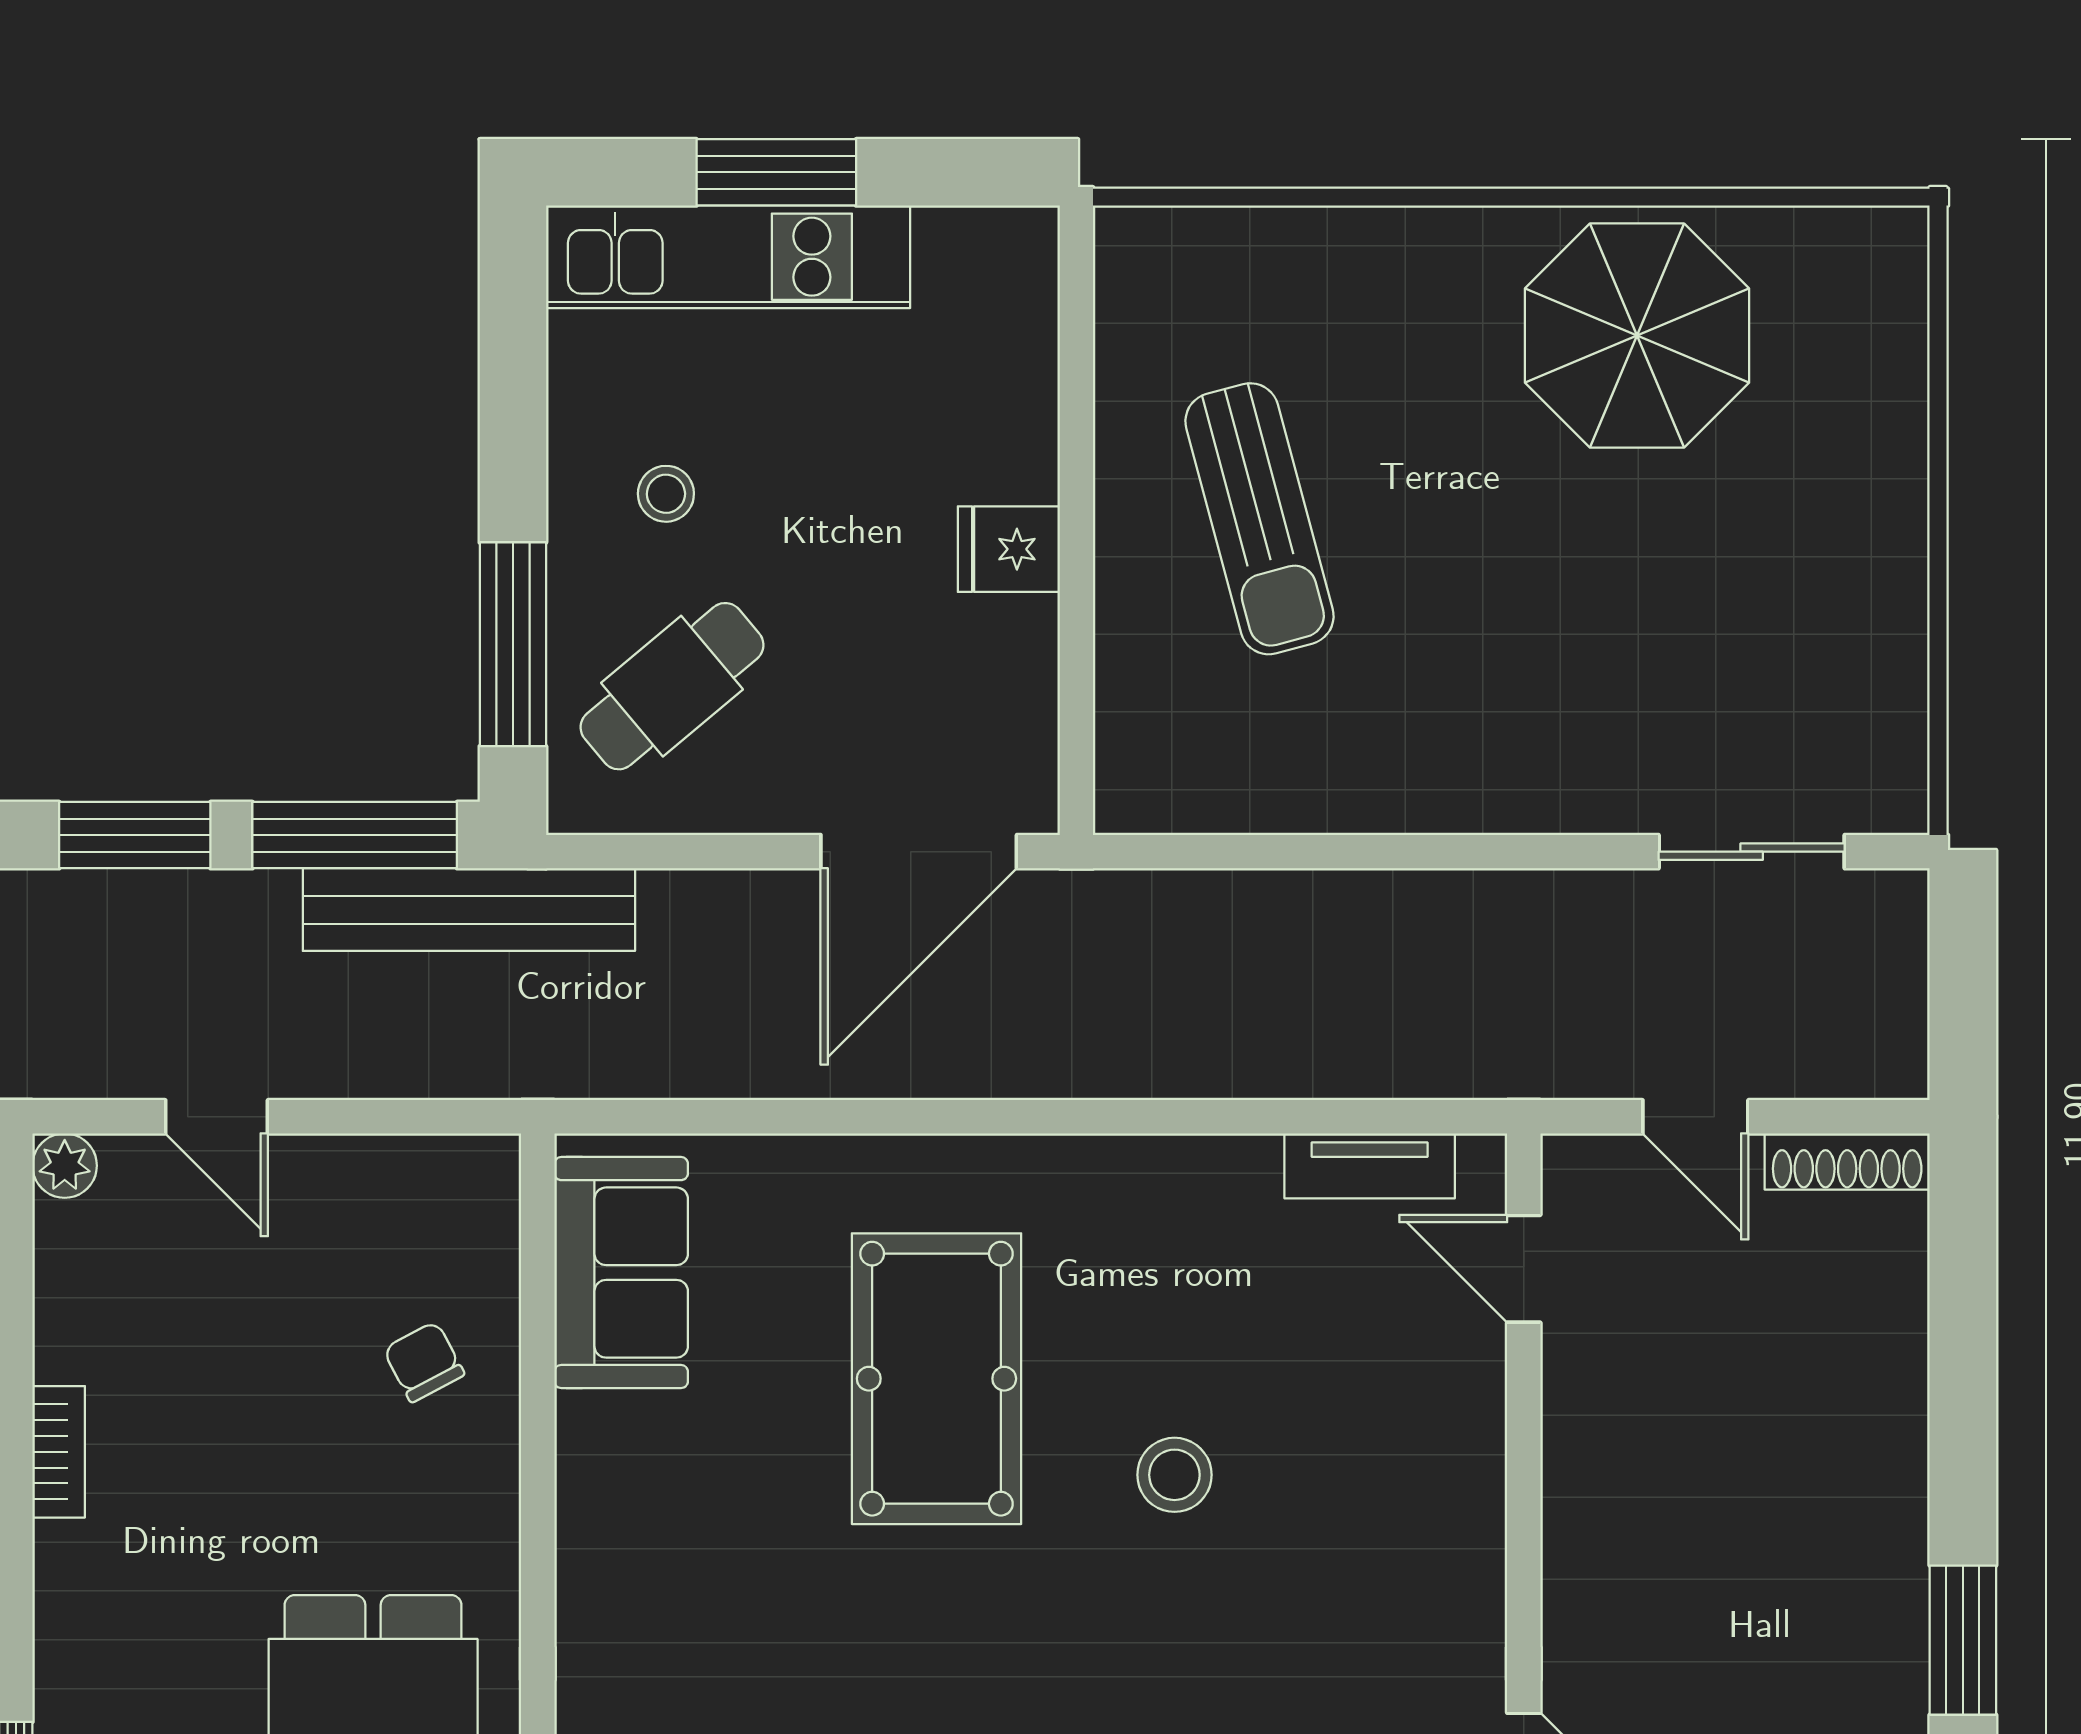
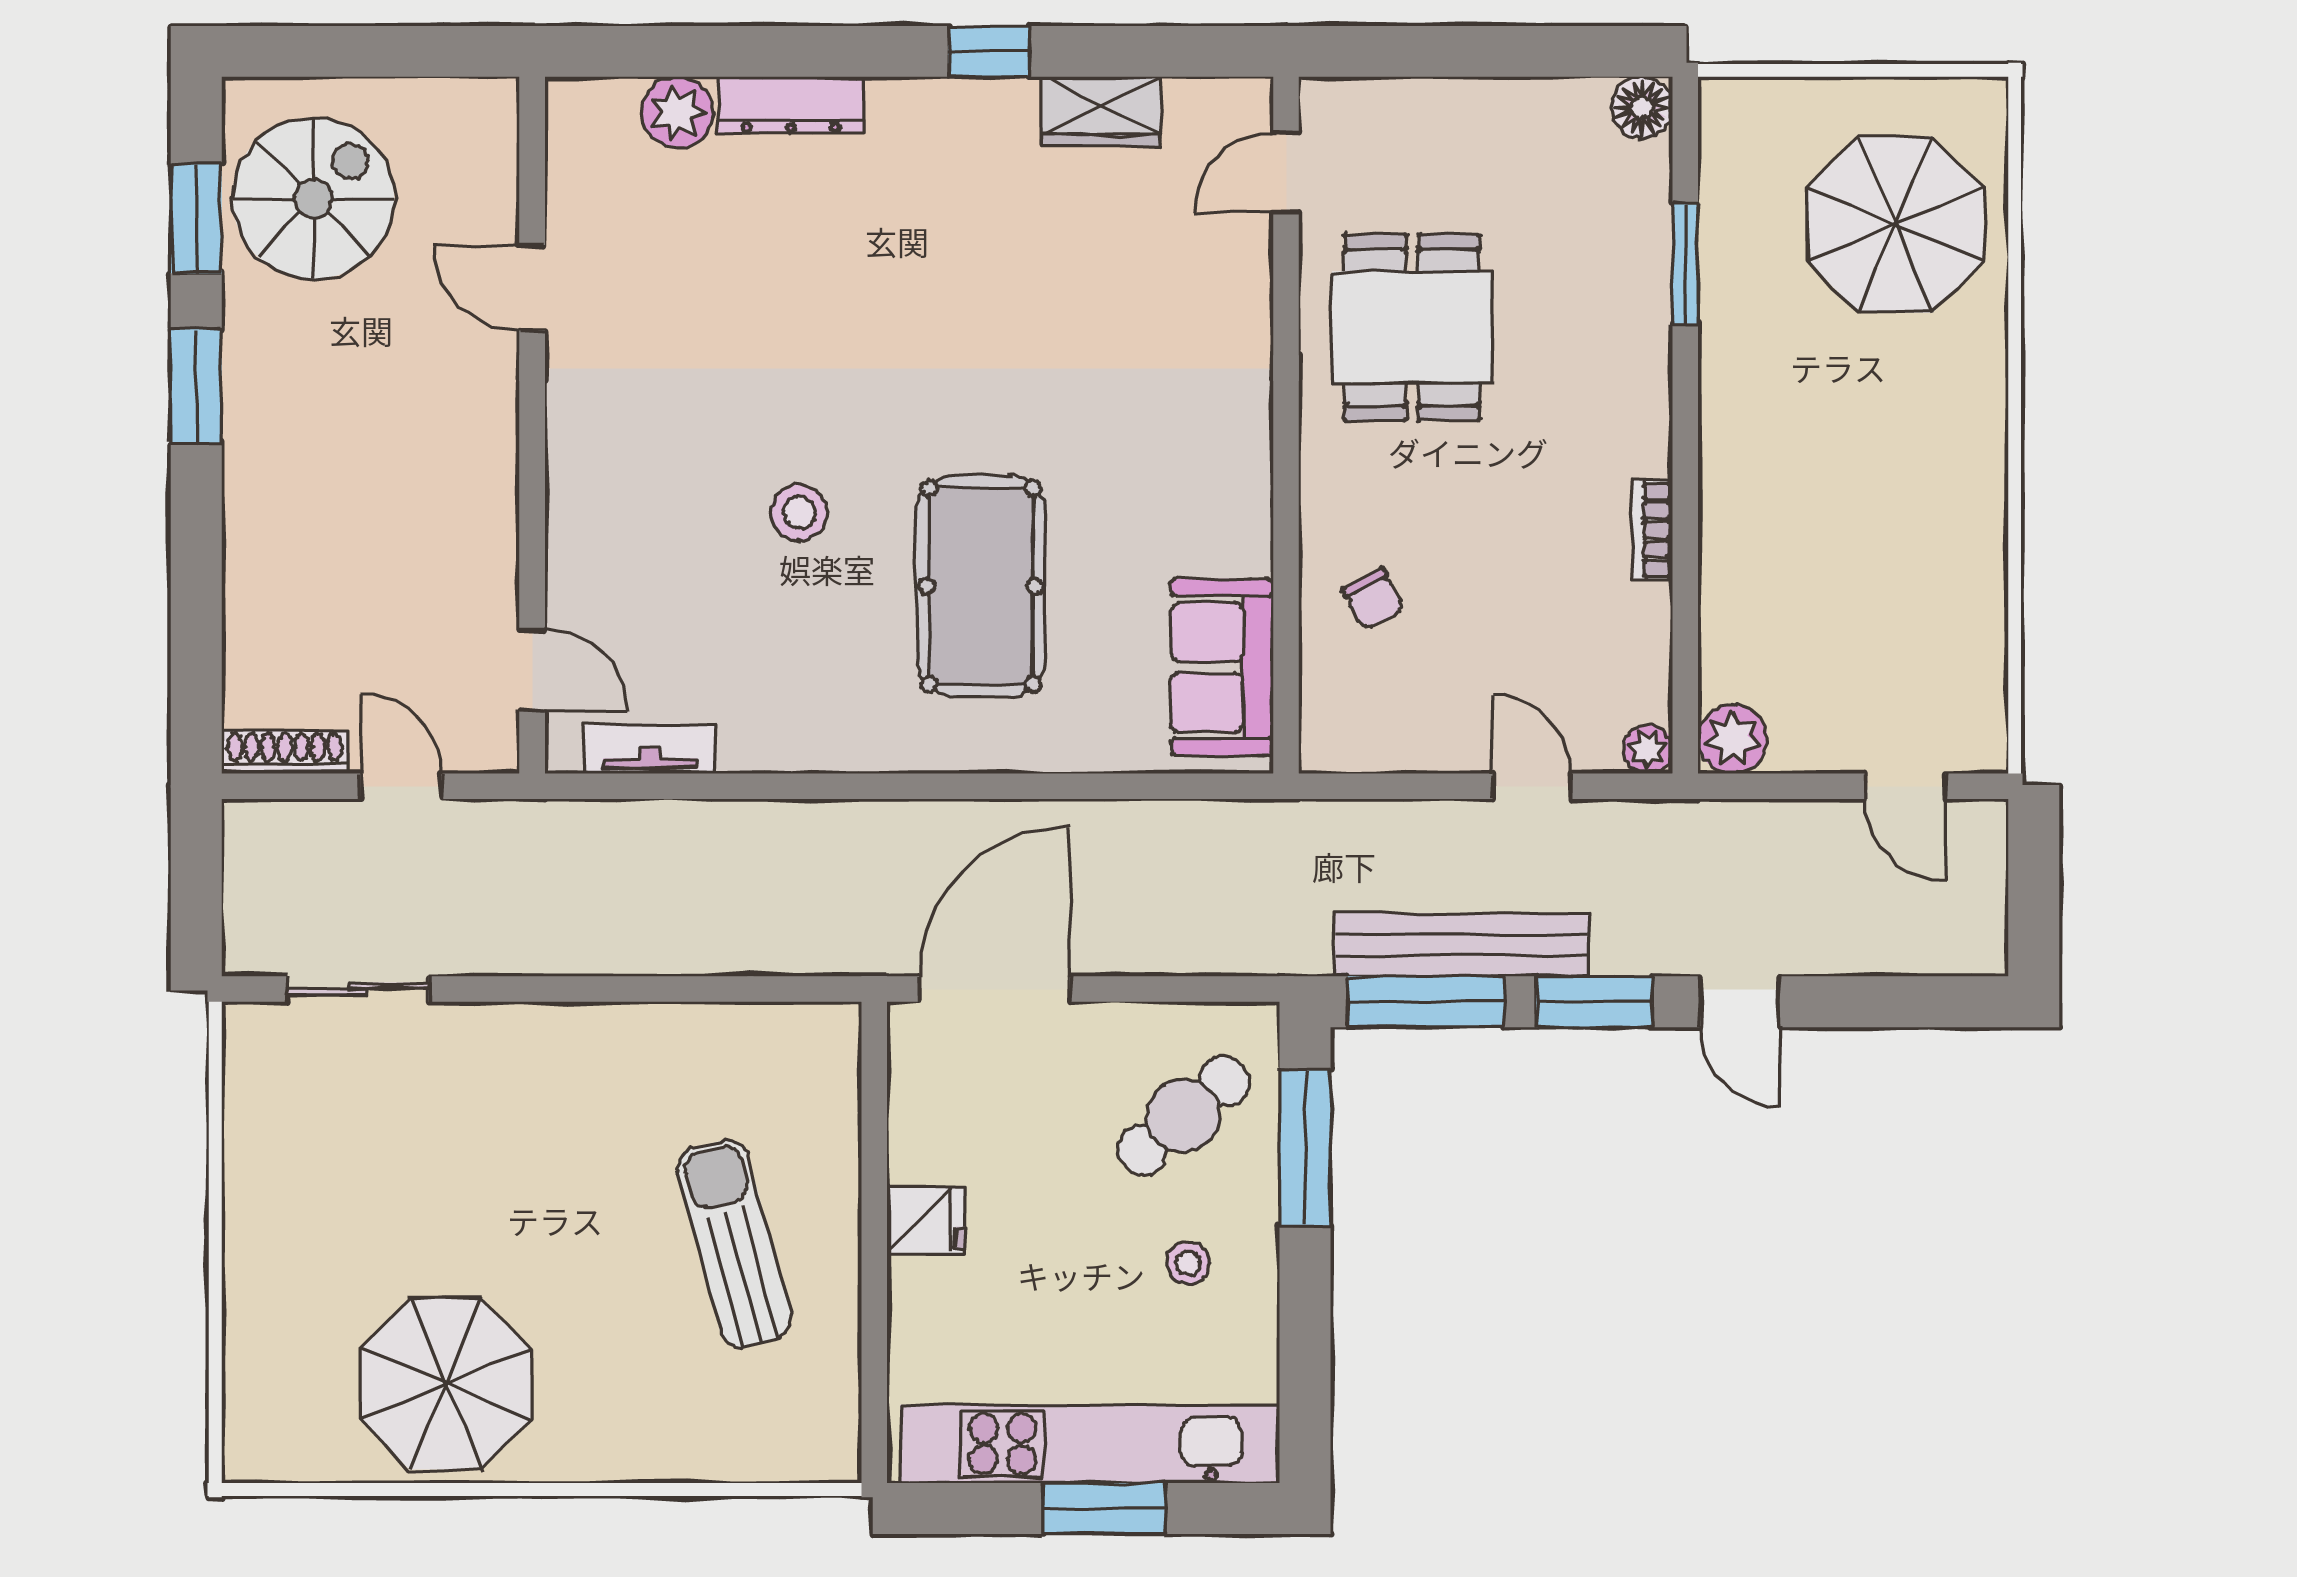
kitchen unit: (728, 257) -> (1090, 1444), width x1.36
bench: (469, 910) -> (1462, 945), moved

